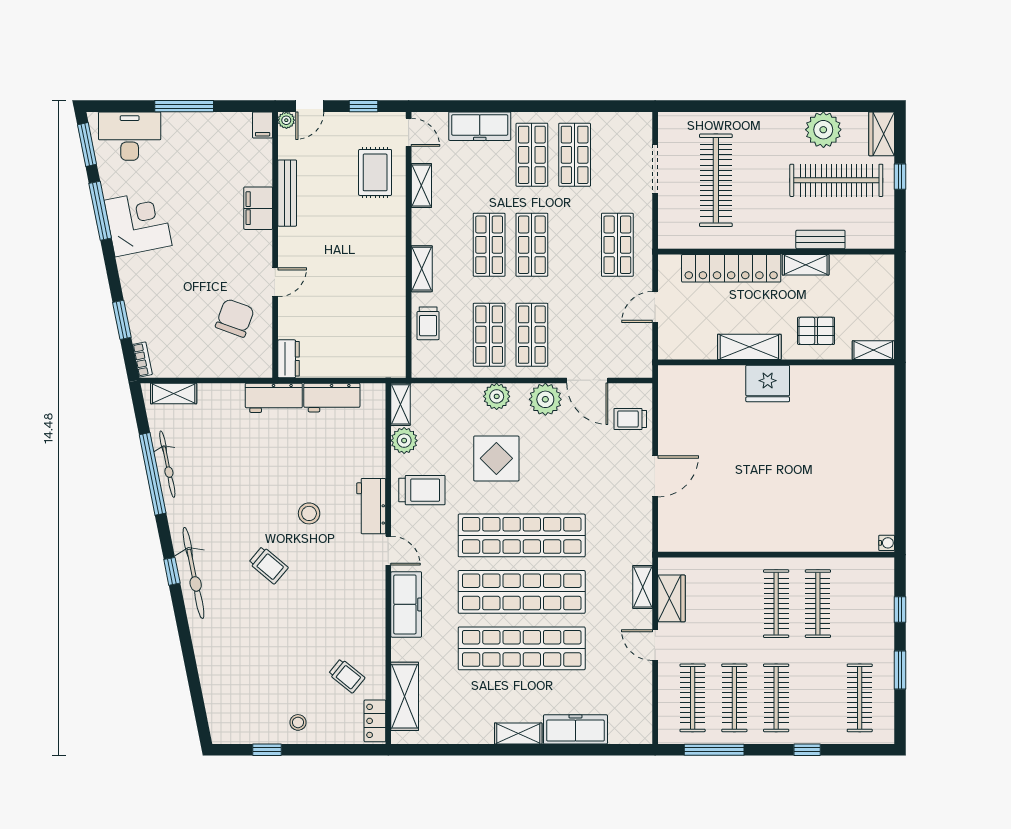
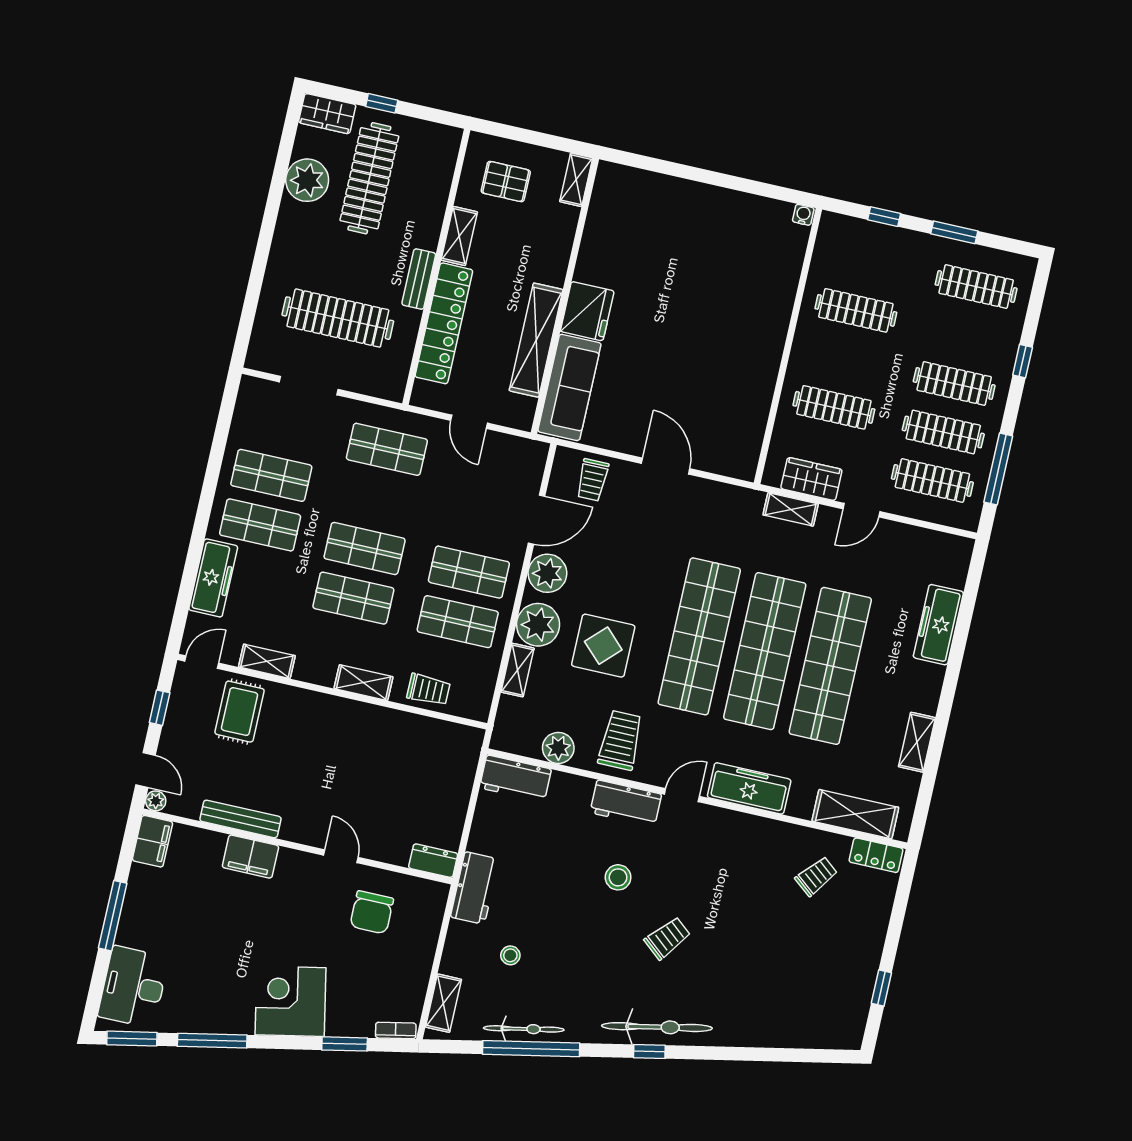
filing cabinet: (263, 125) -> (152, 841), width x2.00
rug: (375, 172) -> (240, 712), turned 90
corner desk: (138, 223) -> (291, 1001), moved
bench: (820, 239) -> (419, 279), moved
chair: (235, 318) -> (372, 912), turned -110
pallet: (816, 331) -> (506, 182), moved, turned 90
shelving: (749, 347) -> (536, 340), width x1.47
sofa: (702, 383) -> (569, 387), added
plant: (497, 396) -> (538, 625), width x1.36, depth x1.36
workbench: (332, 398) -> (515, 779), moved, turned 90
shelving: (400, 404) -> (518, 670), moved, turned 90
clothes rail: (776, 604) -> (834, 407), moved
stool: (298, 722) -> (510, 955), moved
shelving: (518, 734) -> (917, 742), moved

